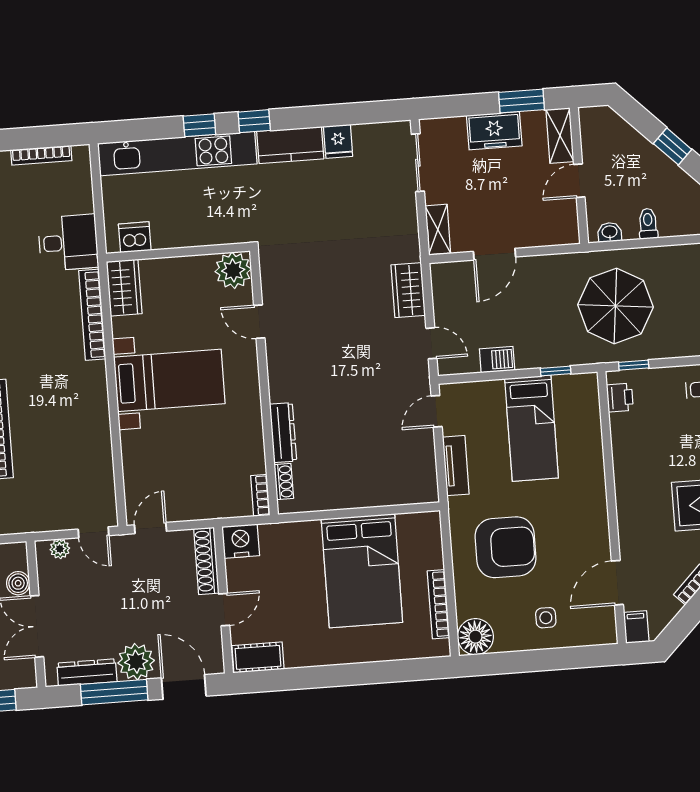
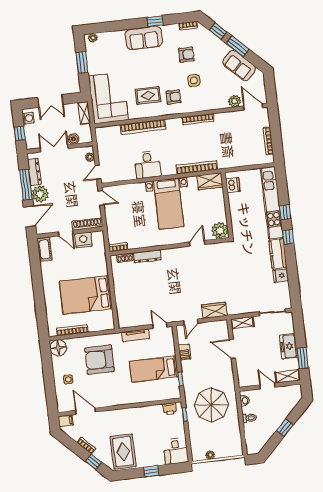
desk: (68, 243) -> (148, 165), moved
nightstand: (241, 541) -> (83, 240), moved, turned -90
armchair: (505, 547) -> (99, 360), turned 90

